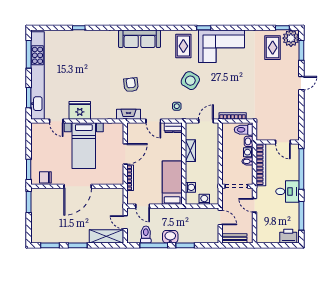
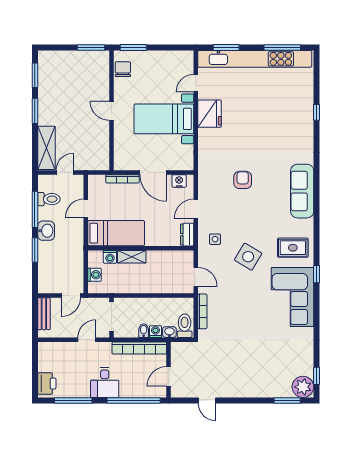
rug: (273, 48) -> (291, 363), removed
door: (301, 83) -> (207, 400), moved
armchair: (131, 85) -> (243, 180), turned -83
fireplace: (128, 114) -> (205, 177), removed
nightstand: (132, 134) -> (179, 181), added
shelving: (190, 151) -> (132, 257), moved
door: (78, 186) -> (111, 111), width x0.53
door: (143, 206) -> (86, 208), moved

